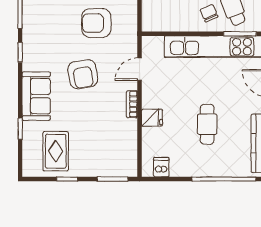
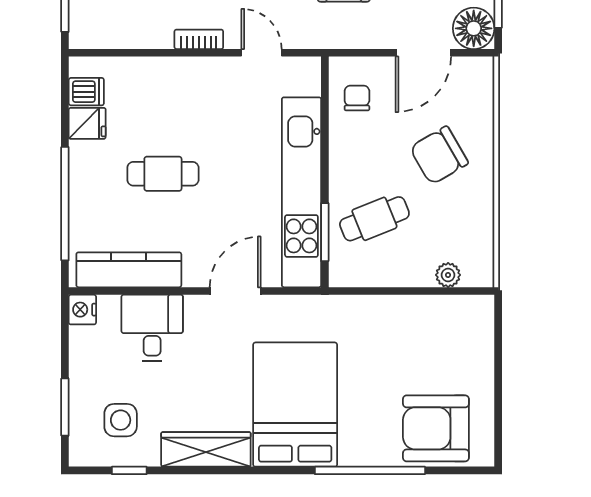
chair: (209, 13) -> (357, 98), moved, turned -66
fridge: (152, 118) -> (87, 123), moved, turned -90

